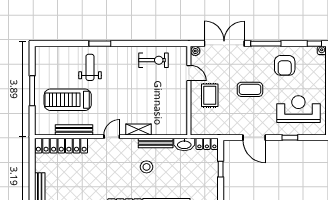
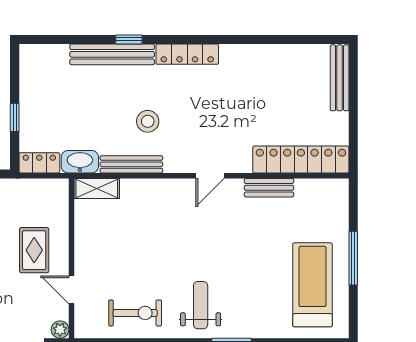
exercise bike: (154, 60) -> (135, 313), turned 180
weight bench: (90, 67) -> (201, 305), moved, turned 180
treadmill: (68, 100) -> (312, 285), moved, turned -90
shelving: (139, 129) -> (97, 189), moved
bench: (74, 130) -> (269, 188), width x0.73

